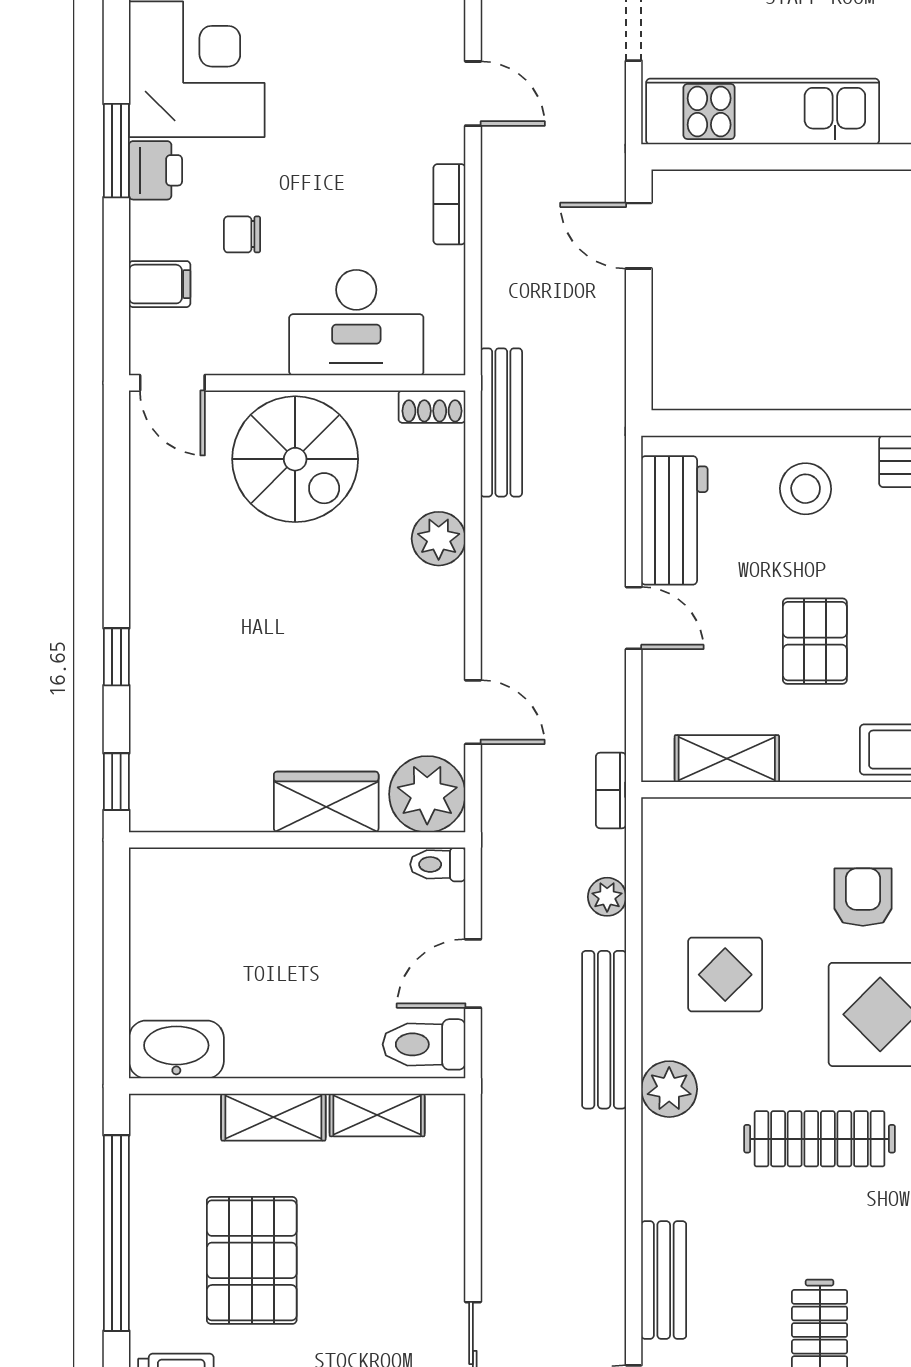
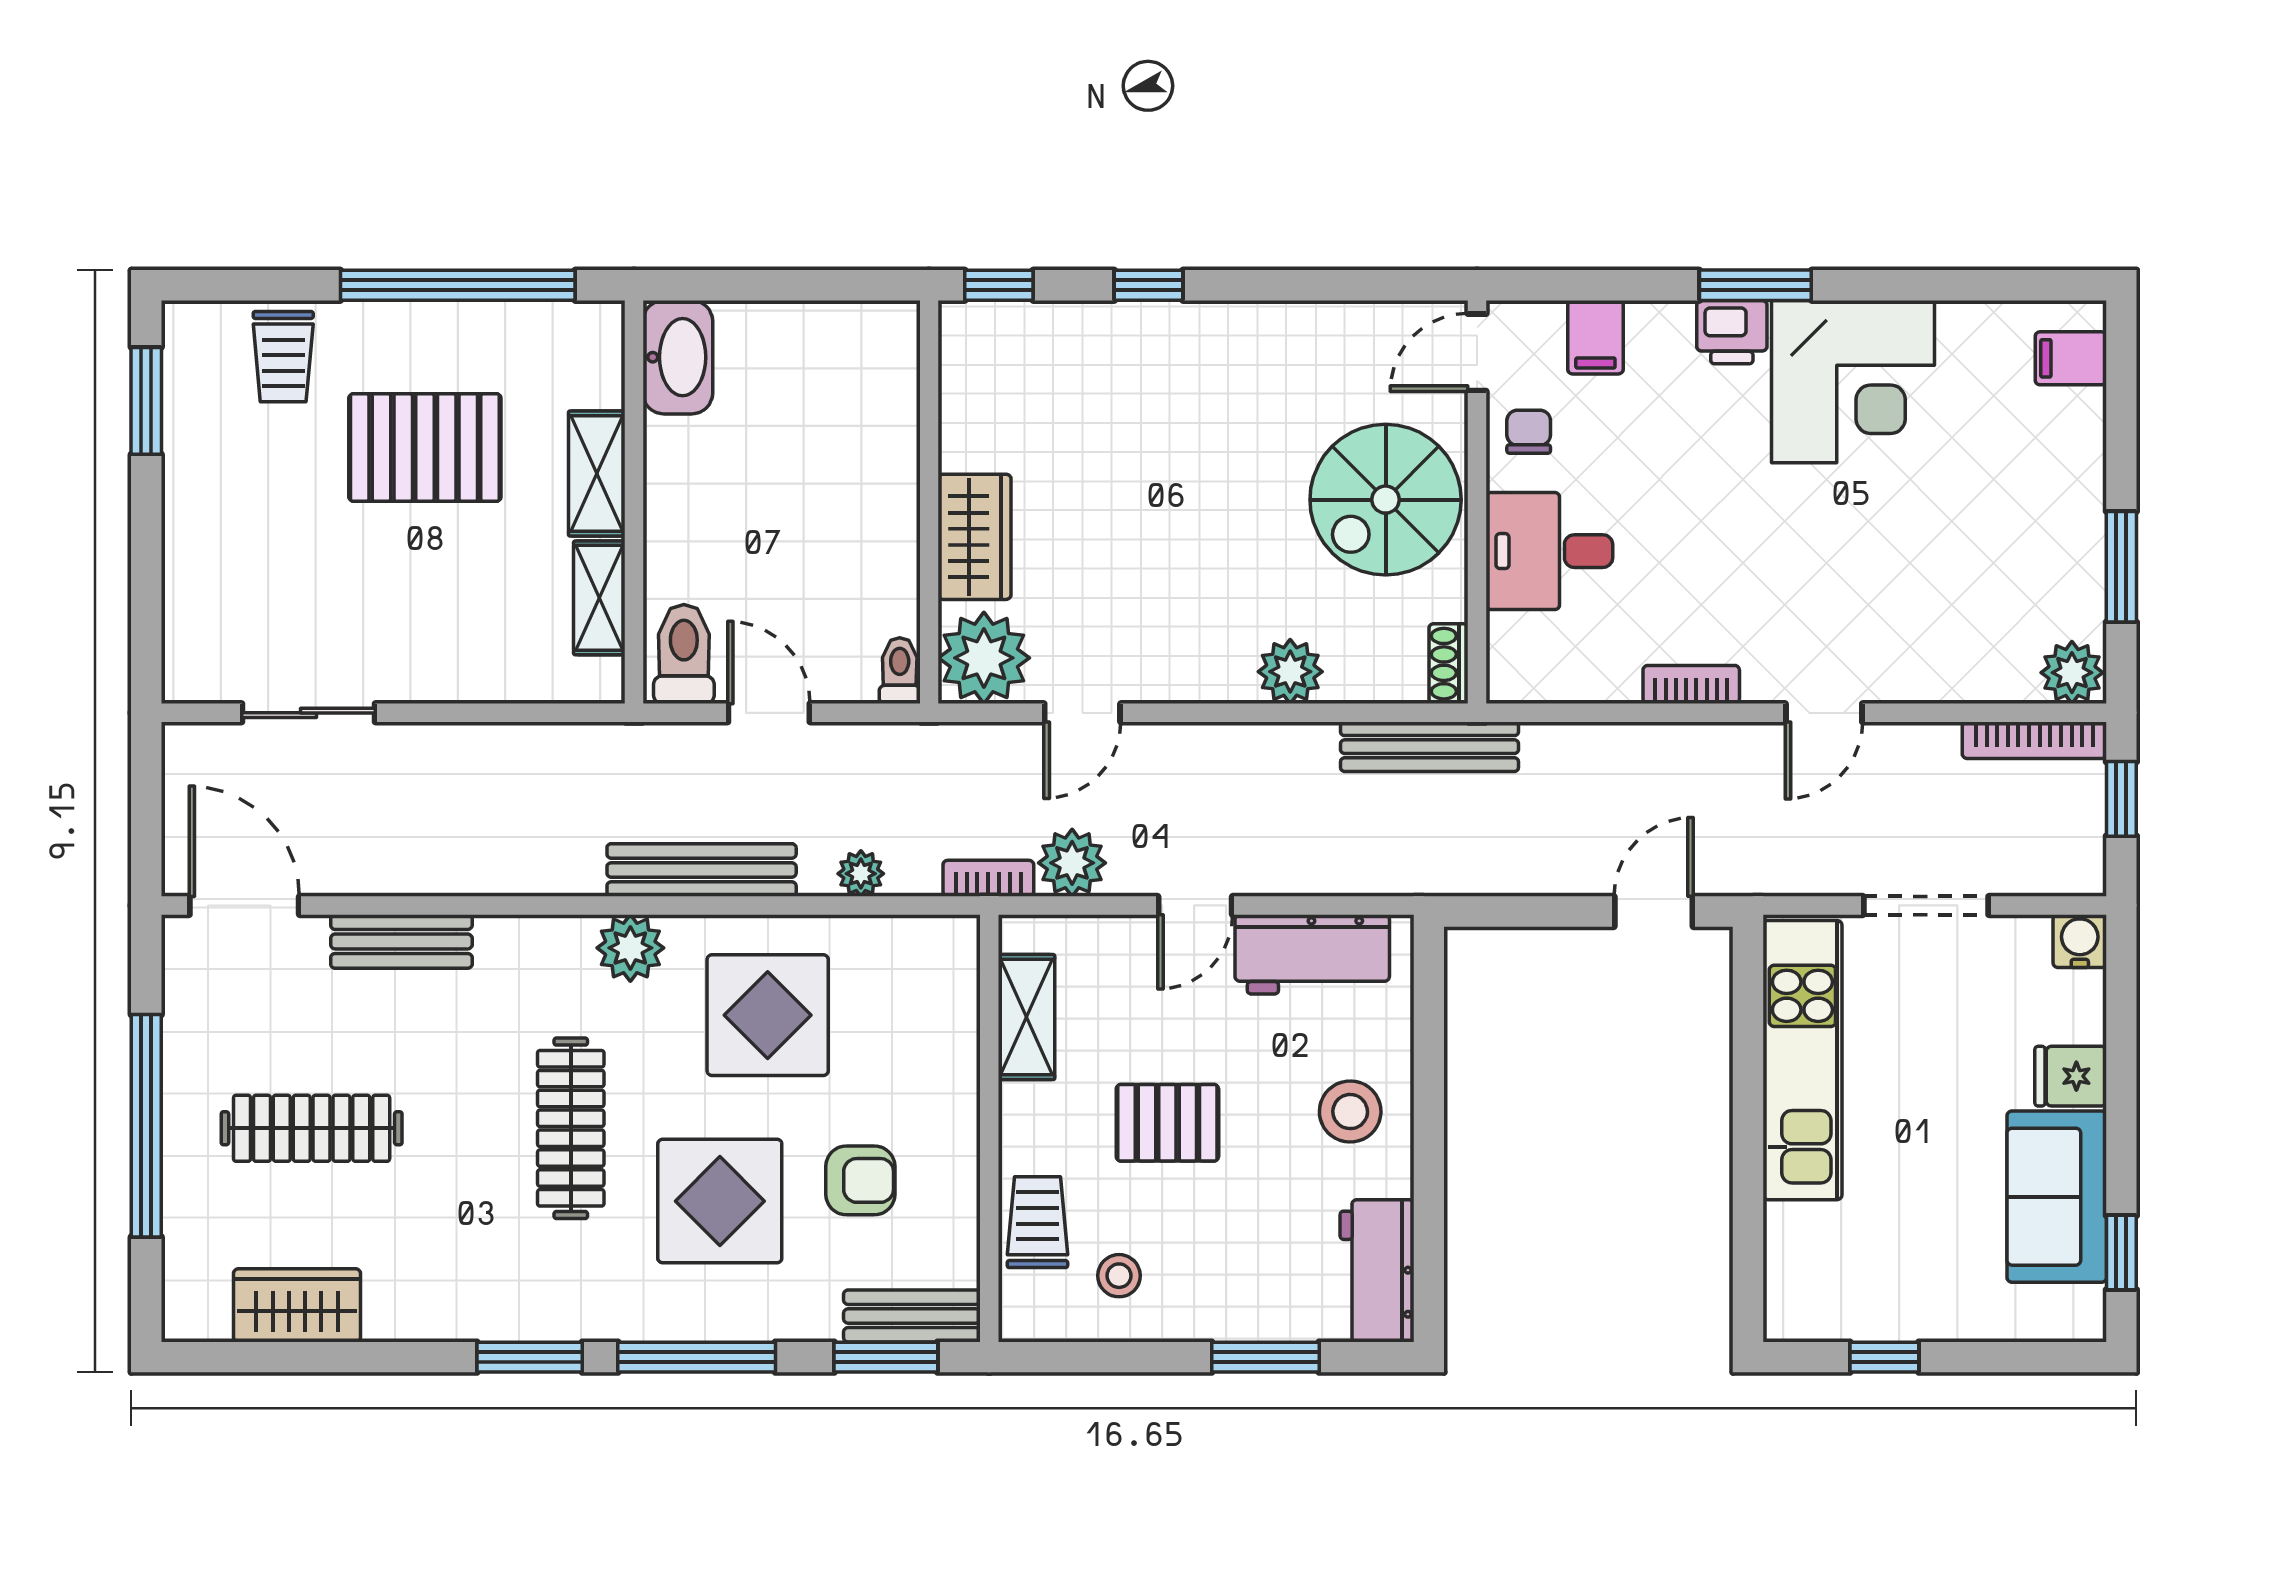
chair: (242, 234) -> (1529, 432), moved
desk: (356, 323) -> (1549, 551), width x0.73
plant: (598, 721) -> (1072, 863), added
display table: (725, 975) -> (768, 1015), width x1.36, depth x1.36

